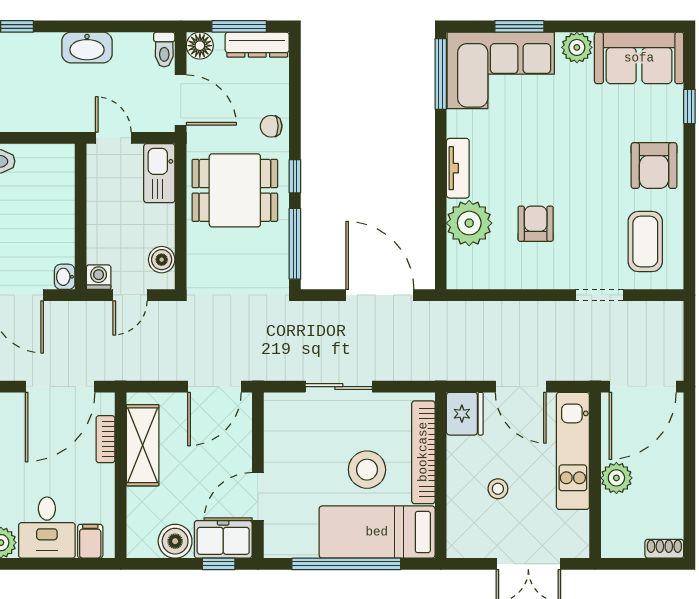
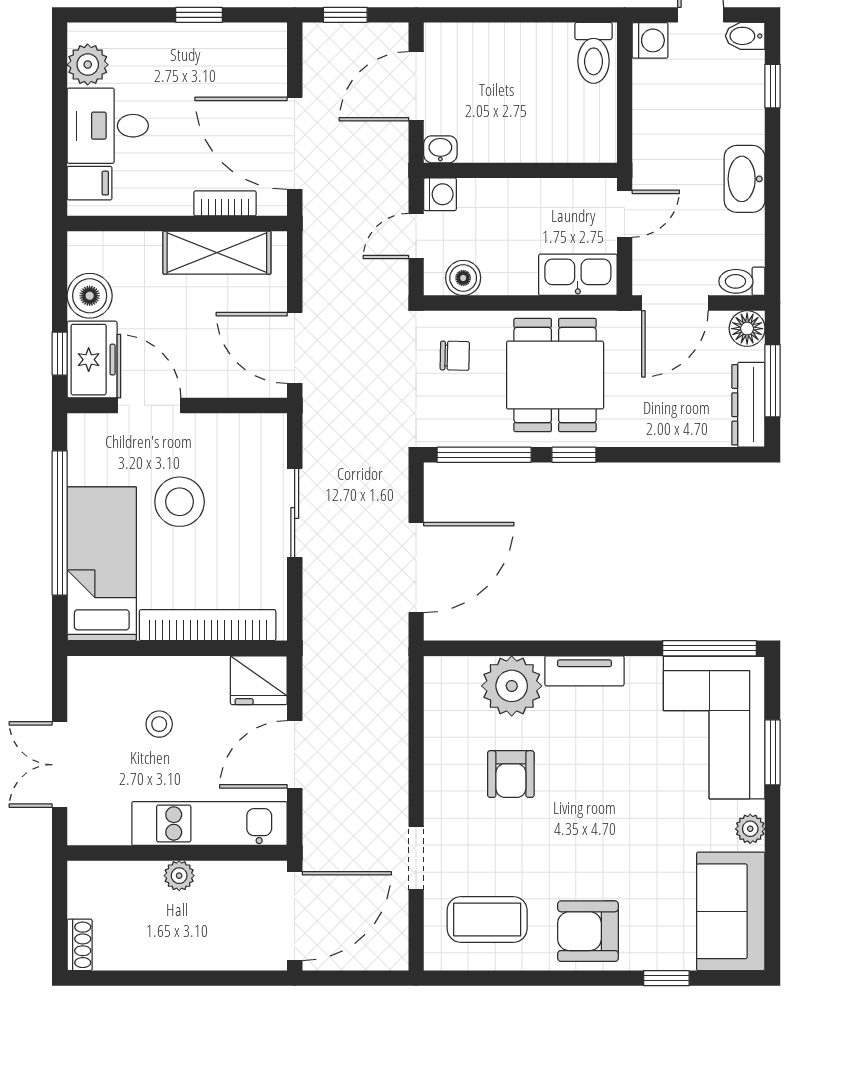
plant: (577, 47) -> (750, 829), width x0.73, depth x0.73
chair: (271, 126) -> (455, 356), moved, turned 91
armchair: (536, 224) -> (511, 774), turned 90
door: (130, 295) -> (416, 236), hinge flipped
door: (643, 387) -> (295, 916), swing flipped
stool: (367, 470) -> (180, 502), moved
plant: (616, 478) -> (179, 876), width x0.73, depth x0.73

